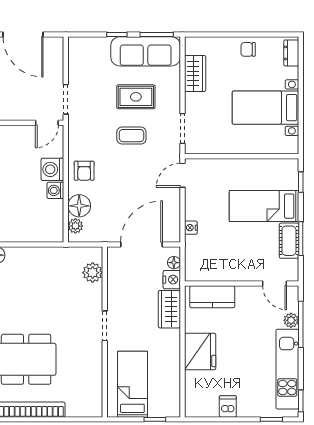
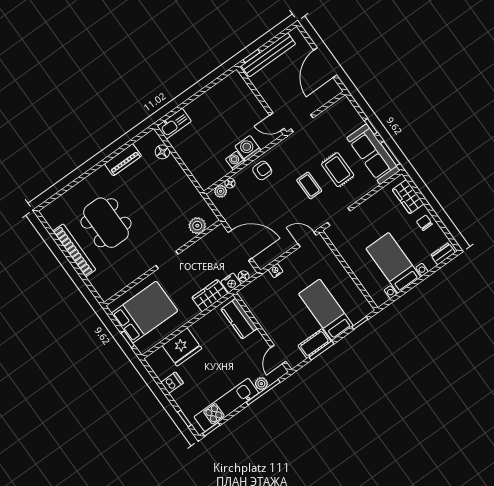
wardrobe: (195, 74) -> (408, 197), moved, turned 90
armchair: (84, 171) -> (262, 170), turned 180
floor lamp: (79, 206) -> (230, 183), width x0.53, depth x0.53
fridge: (200, 351) -> (182, 347), moved
bed: (132, 384) -> (145, 312), width x1.50

